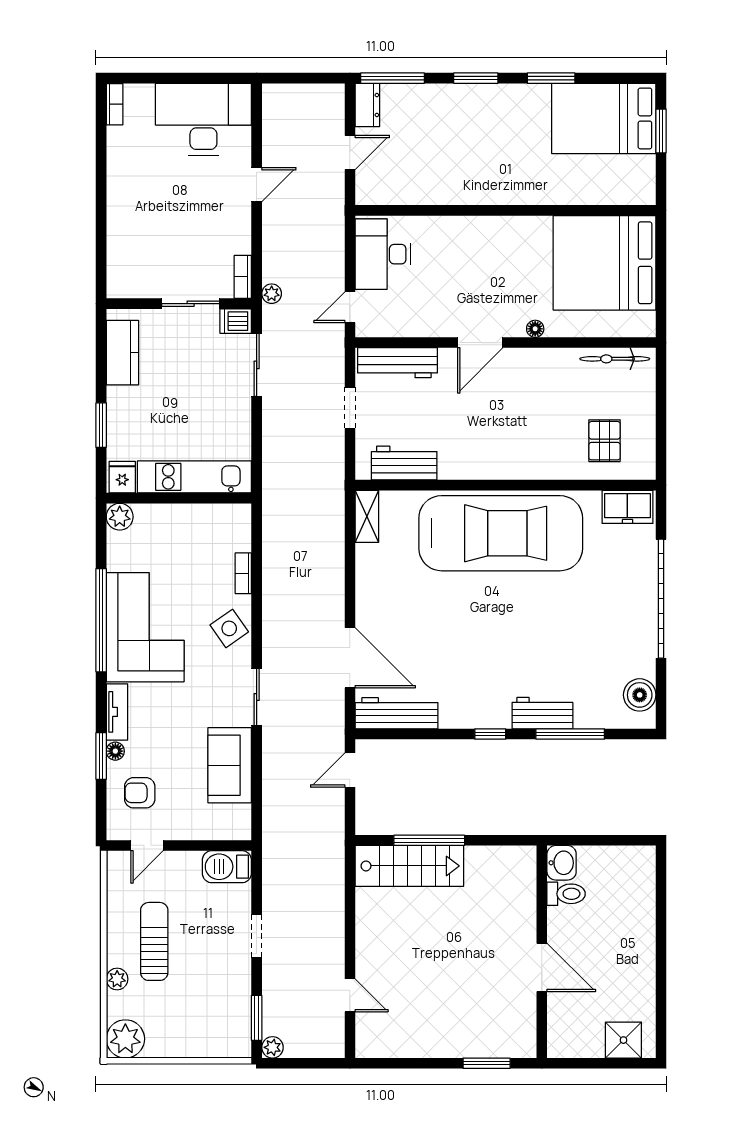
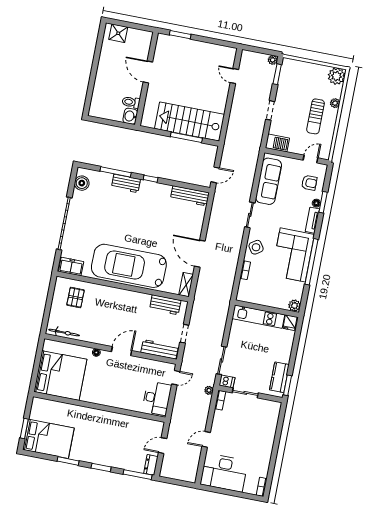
window: (101, 425) -> (287, 385), moved
door: (350, 658) -> (200, 254), moved
sofa: (230, 765) -> (269, 181), width x1.36
stairs: (409, 866) -> (190, 122), width x1.36, depth x1.51

